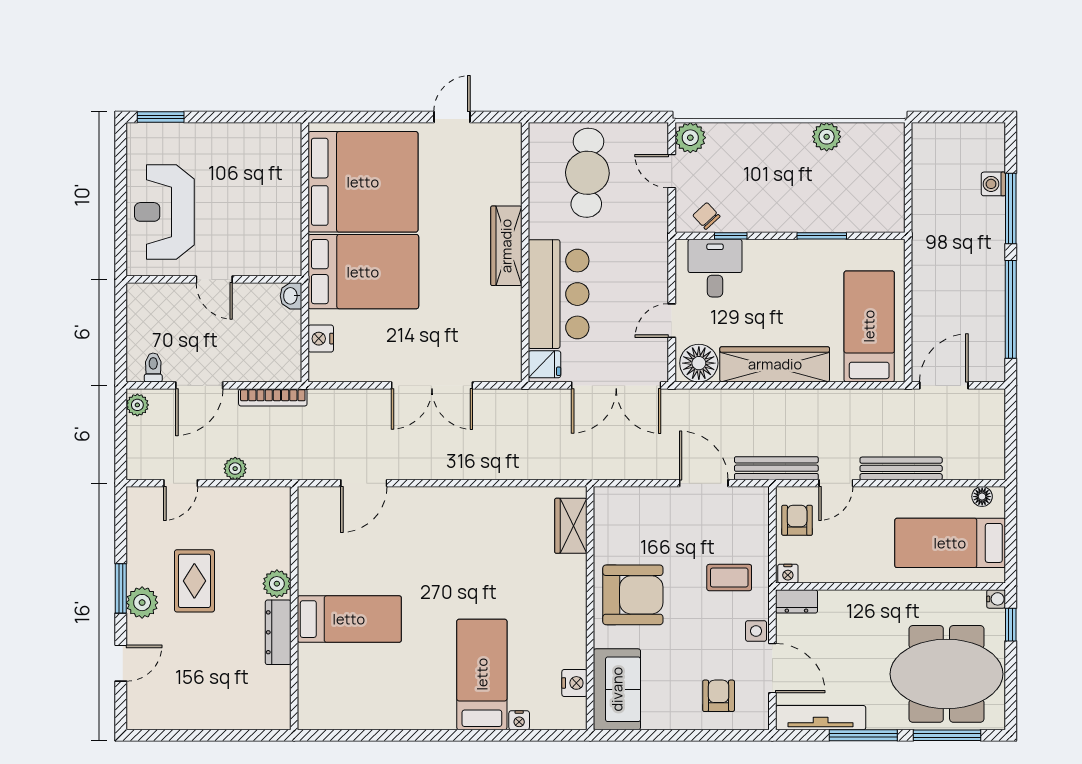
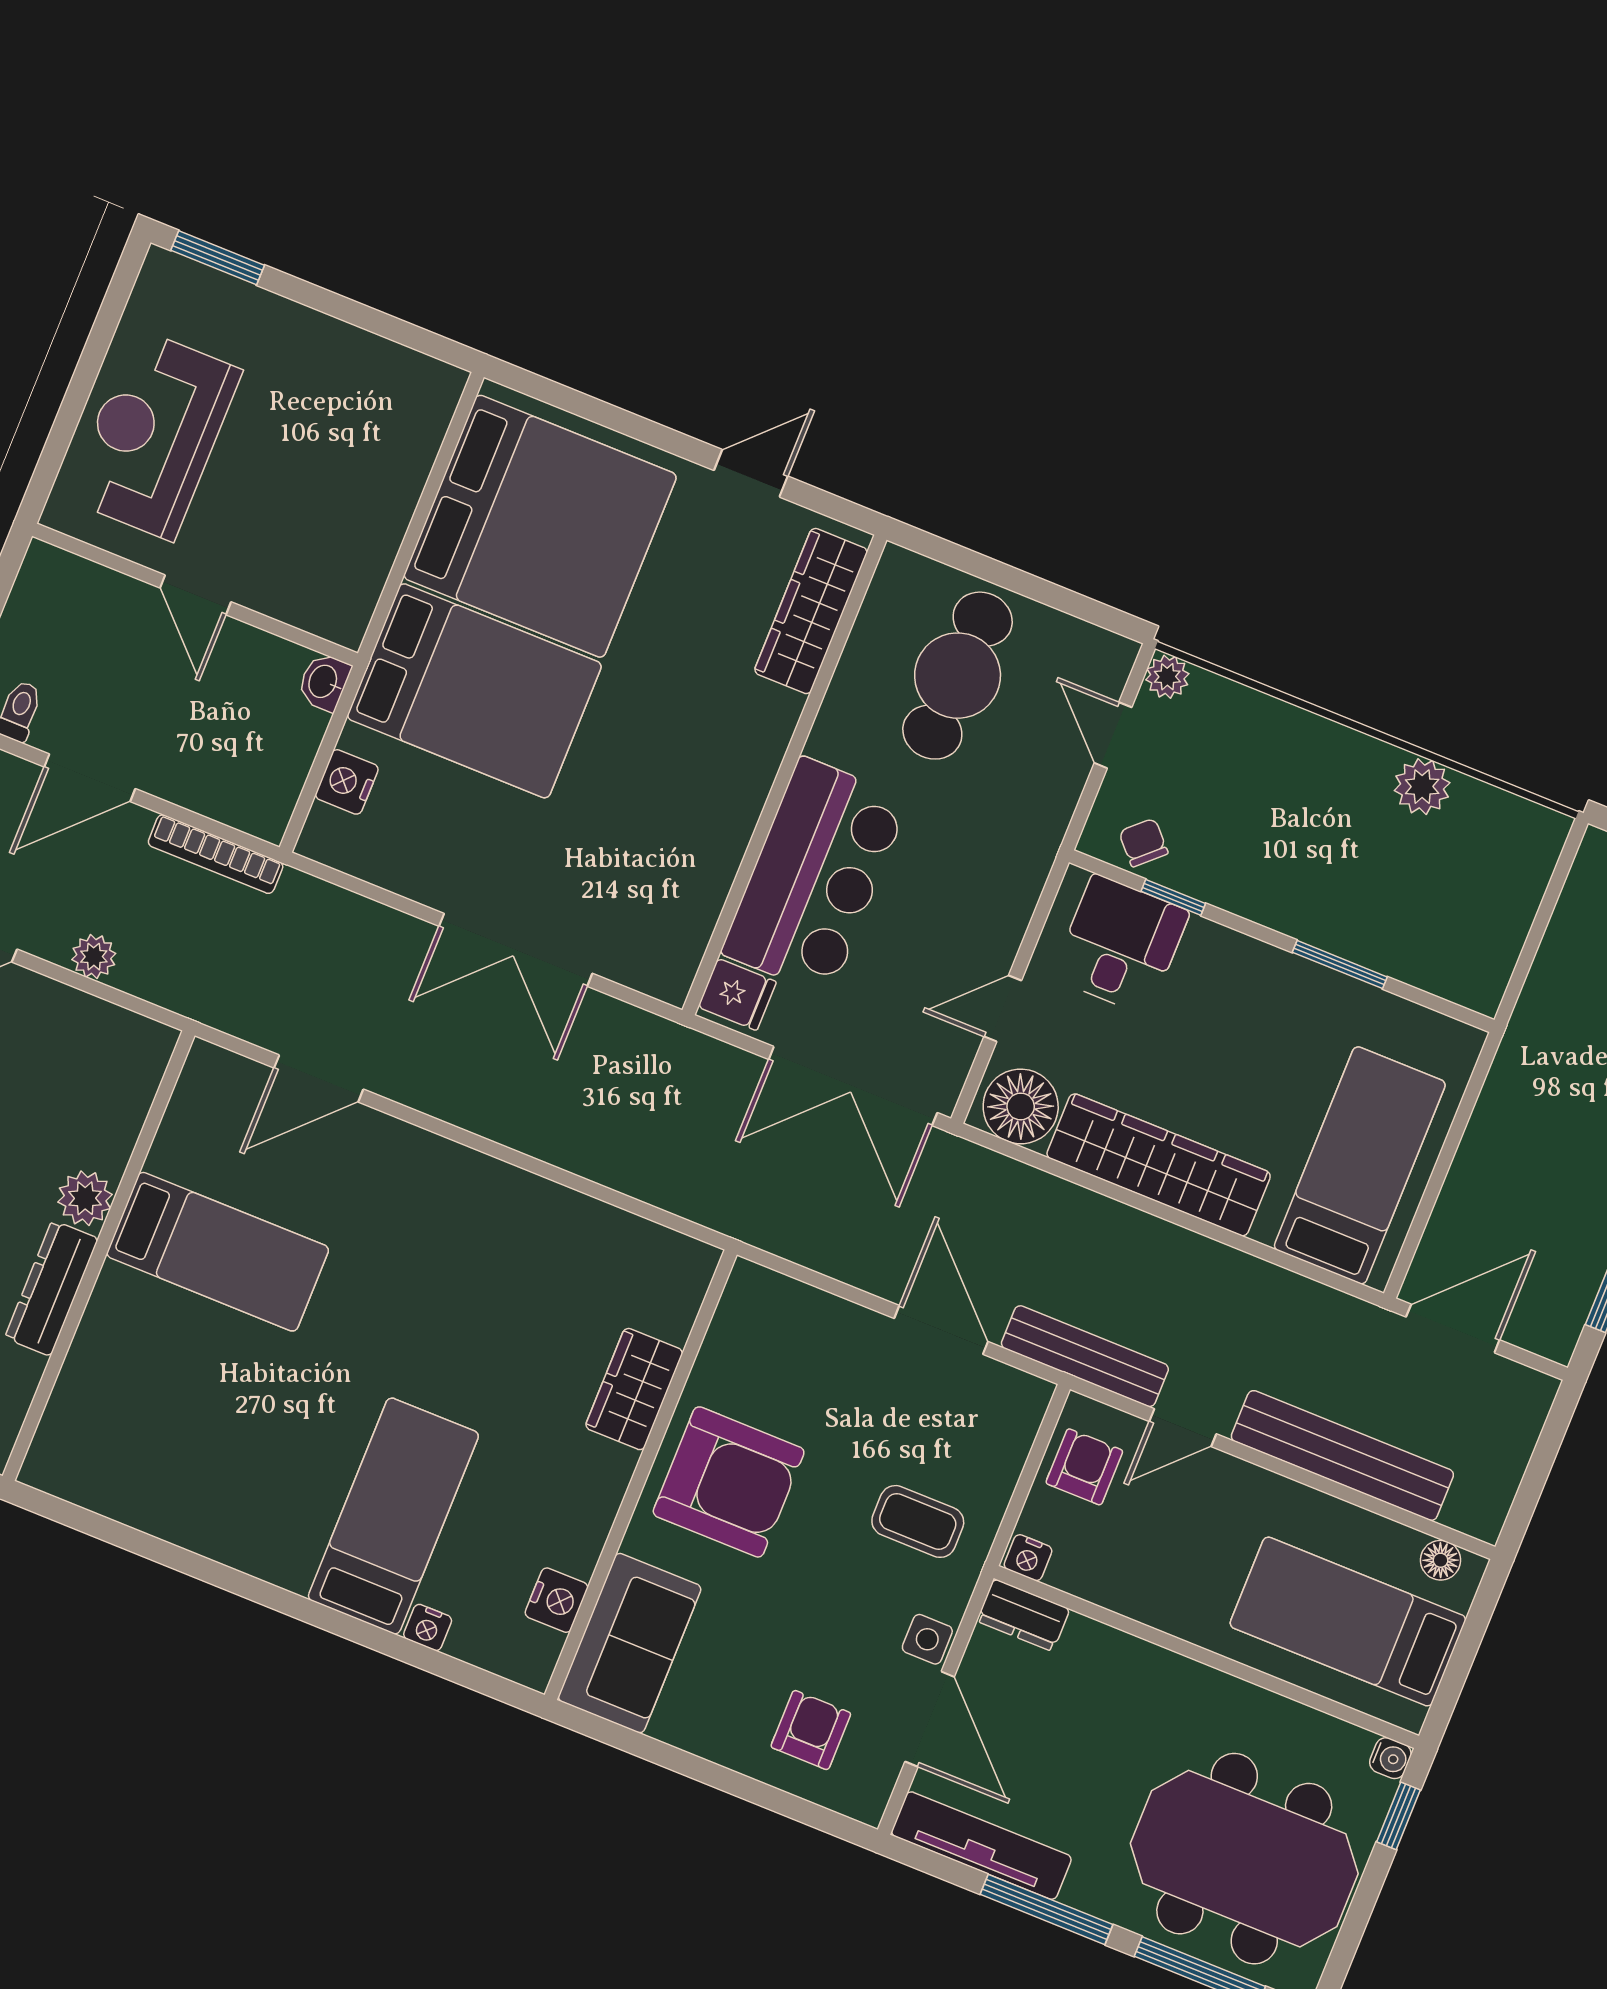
plant: (690, 138) -> (1167, 677), width x0.73, depth x0.73
wardrobe: (506, 246) -> (811, 611), moved
bench: (901, 468) -> (1342, 1456), width x1.37, depth x1.21
wardrobe: (571, 526) -> (634, 1389), moved
bed: (349, 619) -> (218, 1252), moved

